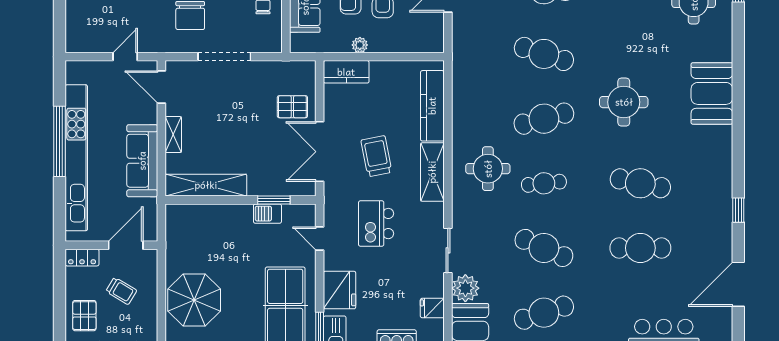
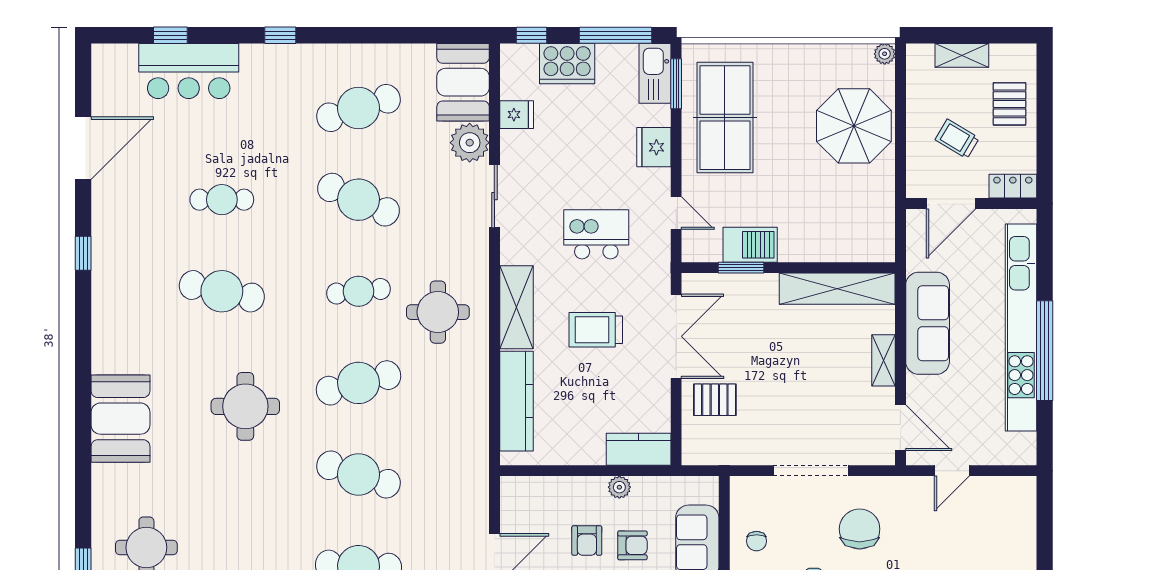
trolley: (376, 156) -> (596, 330), turned 101
barbecue: (267, 214) -> (750, 245), width x1.38, depth x1.27
kitchen island: (376, 224) -> (596, 234), turned -90
cafe table: (640, 248) -> (222, 200), width x0.73, depth x0.74
fridge: (340, 290) -> (654, 147), width x0.73, depth x0.75

